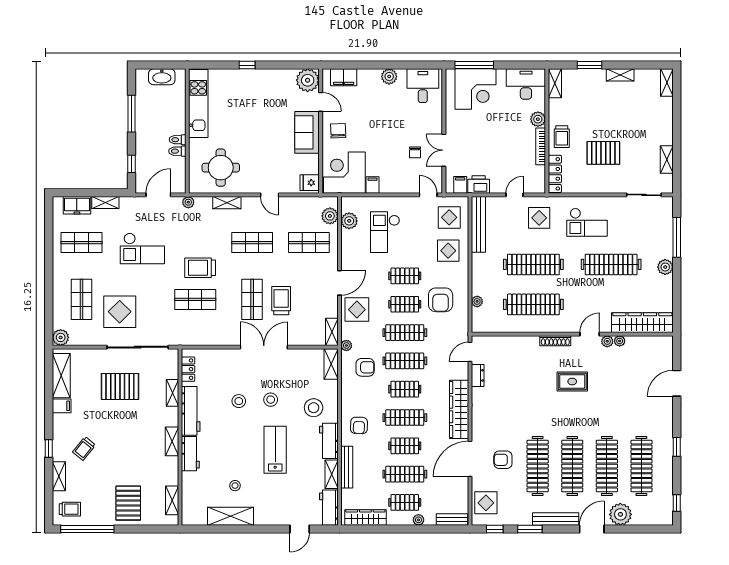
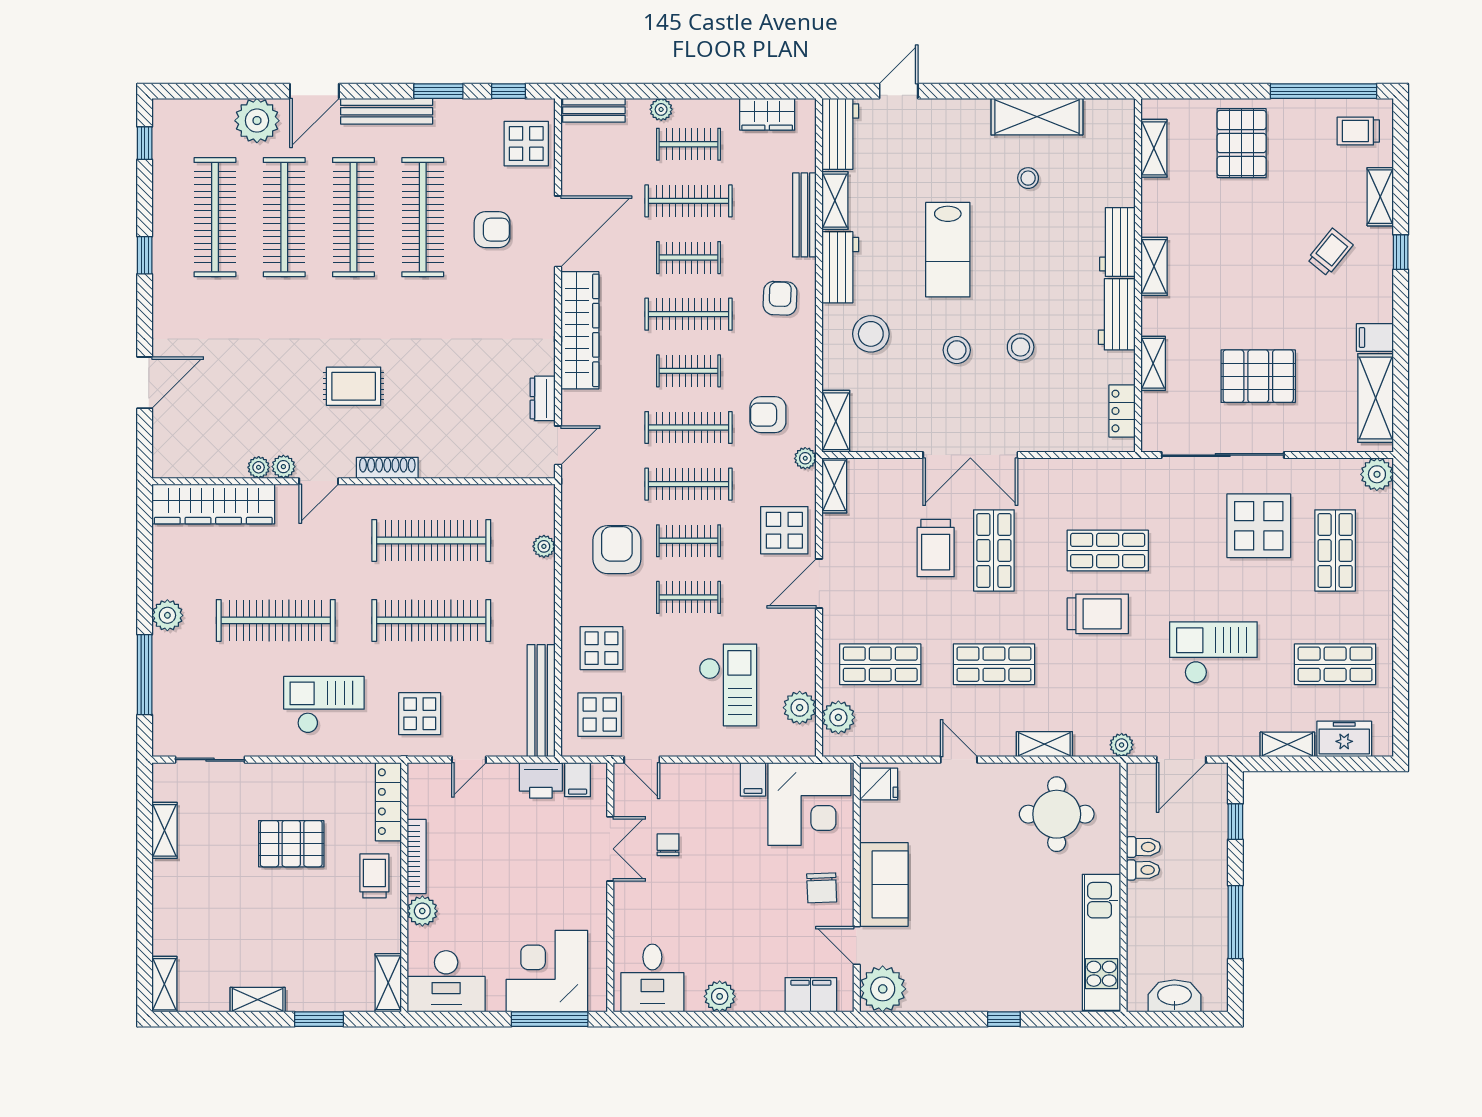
workbench: (191, 411) -> (1117, 314), width x0.73
wardrobe: (365, 517) -> (767, 114), width x0.67

